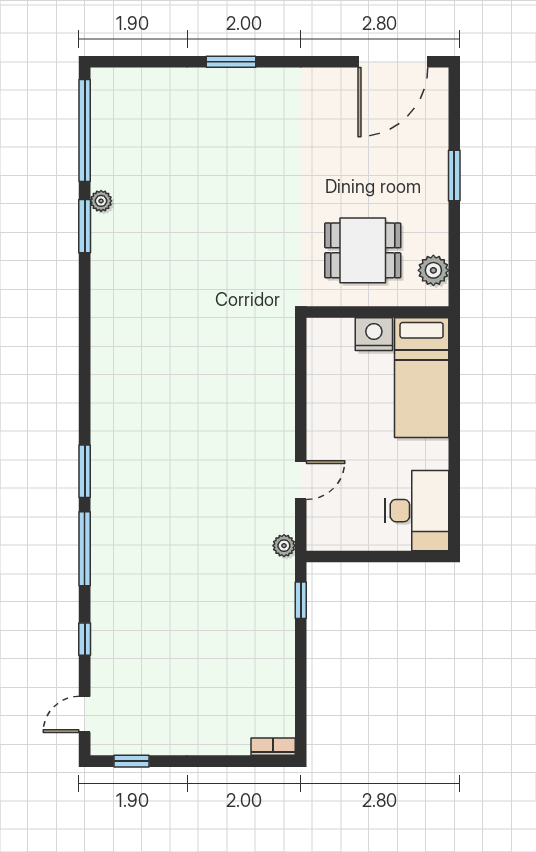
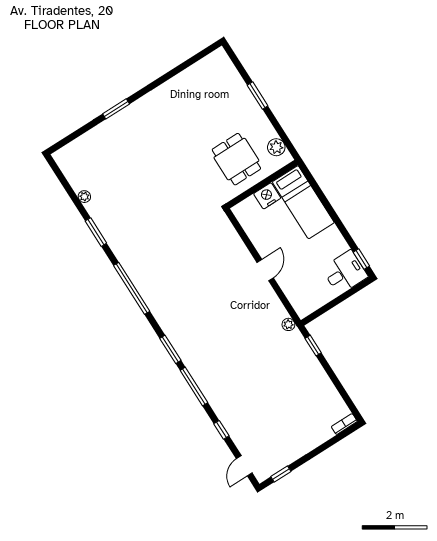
door: (393, 62) -> (194, 60), removed
window: (85, 130) -> (132, 288), moved
plant: (101, 201) -> (84, 197), moved
dining table: (363, 250) -> (236, 159), turned 90
door: (301, 480) -> (265, 270), moved
desk: (417, 511) -> (345, 272), width x0.73
window: (454, 517) -> (361, 259), added

